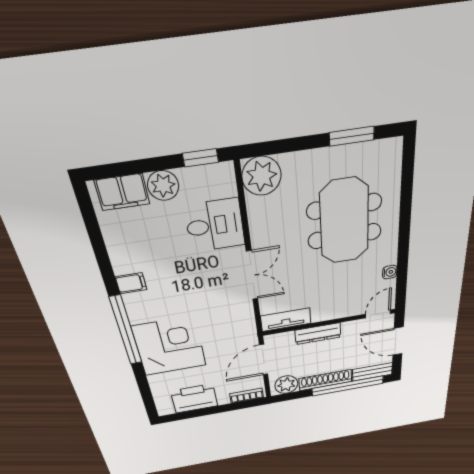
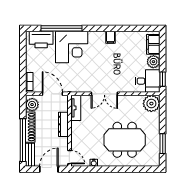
desk: (215, 225) -> (148, 81), moved, turned -90
window: (126, 331) -> (62, 28), moved
printer: (194, 399) -> (41, 39), moved, turned 90

